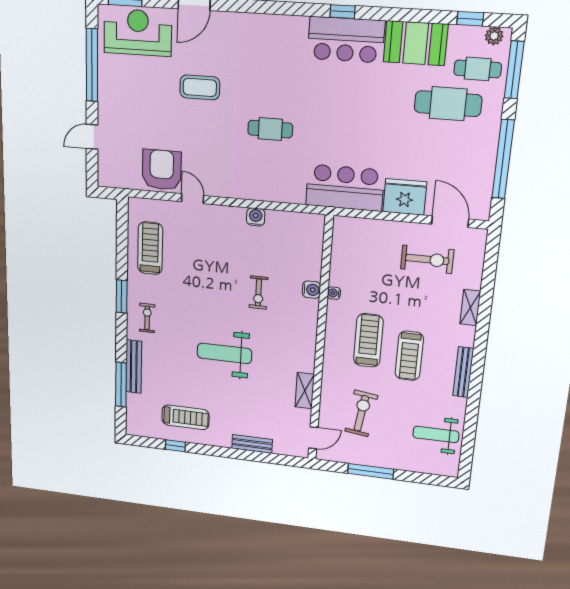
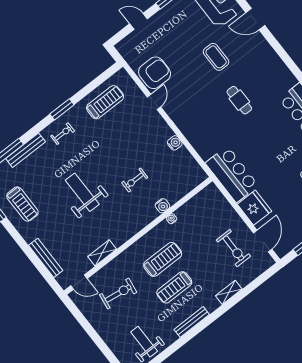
cafe table: (270, 129) -> (239, 100), moved
bench: (252, 444) -> (46, 258), width x1.36
window: (371, 471) -> (89, 329), removed

